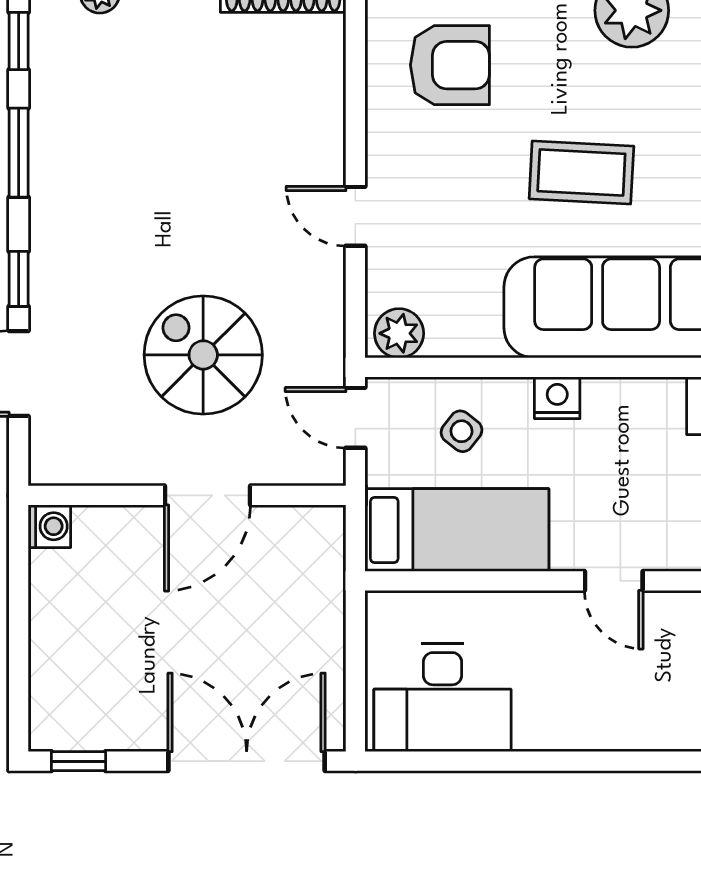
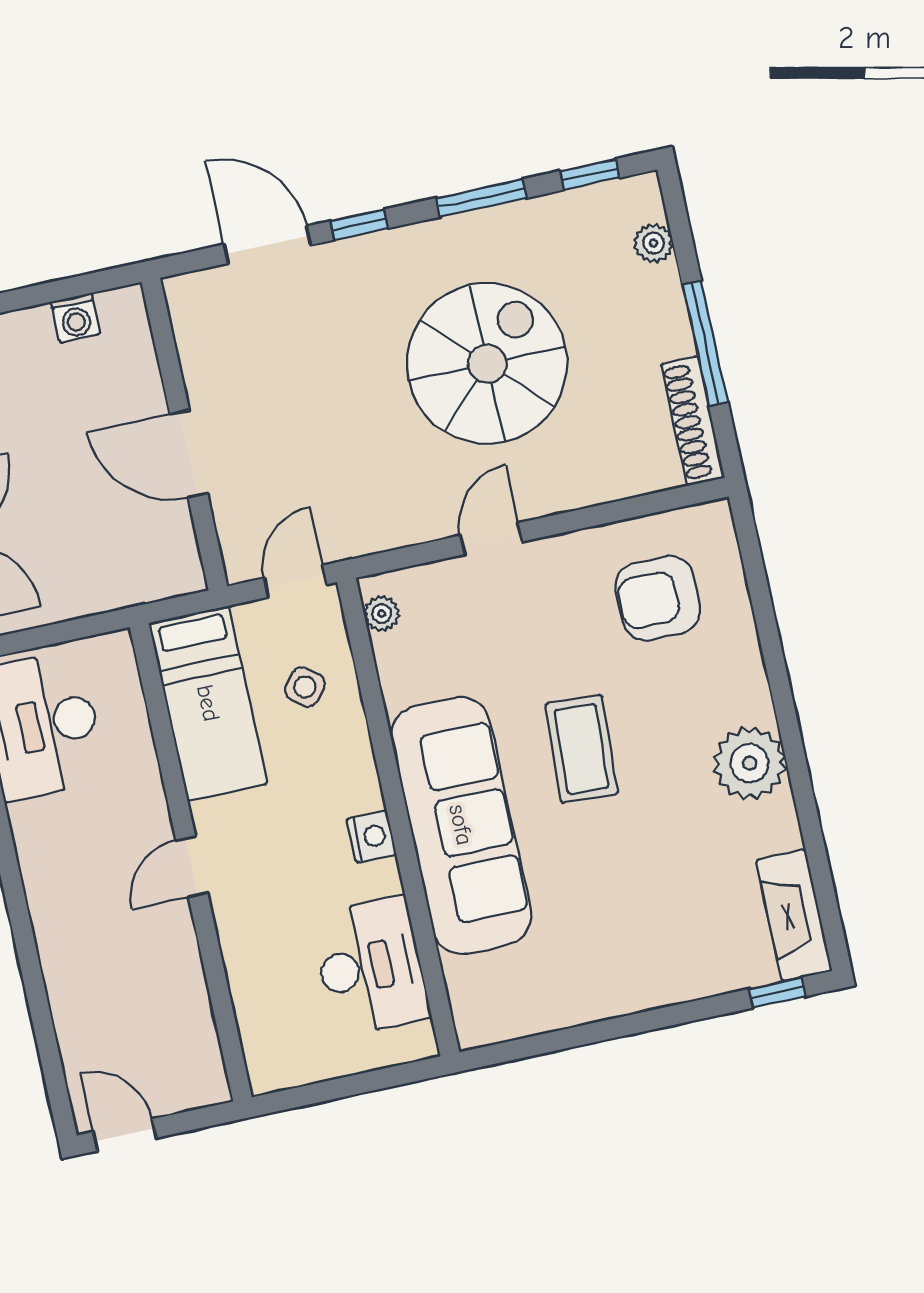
armchair: (450, 65) -> (658, 598), turned 90
plant: (399, 333) -> (382, 614), width x0.73, depth x0.73
spiral stairs: (203, 355) -> (487, 364), moved, width x1.37, depth x1.37
nightstand: (557, 398) -> (371, 836), moved
washing machine: (49, 526) -> (75, 318), moved

